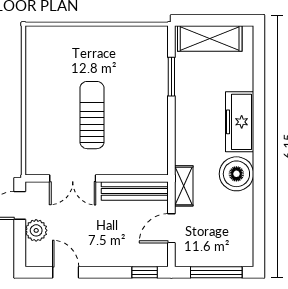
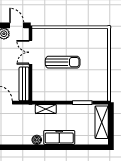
boiler: (236, 174) -> (37, 140), width x0.54, depth x0.54
shelving: (184, 186) -> (46, 109), moved

